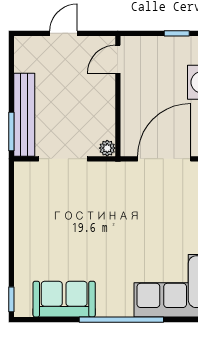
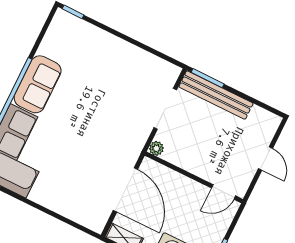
door: (118, 59) -> (224, 192), swing flipped
sofa: (64, 299) -> (38, 84), moved

